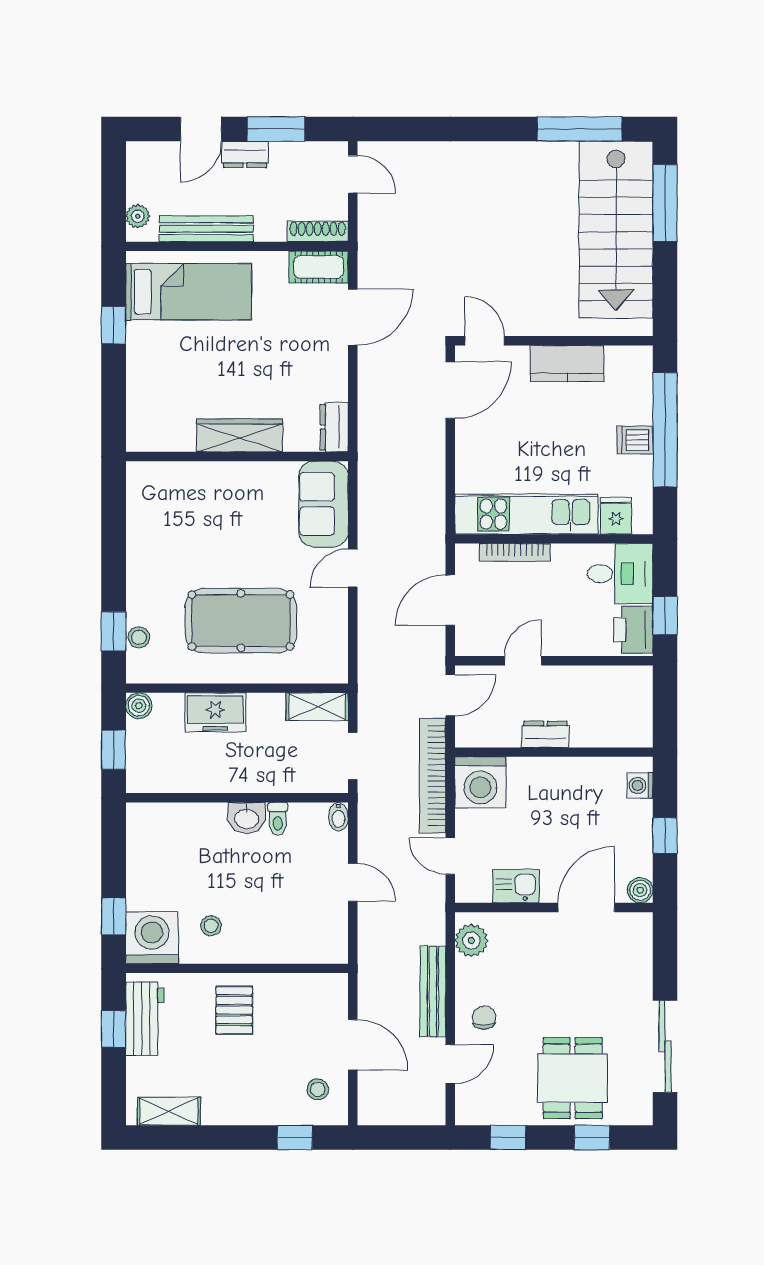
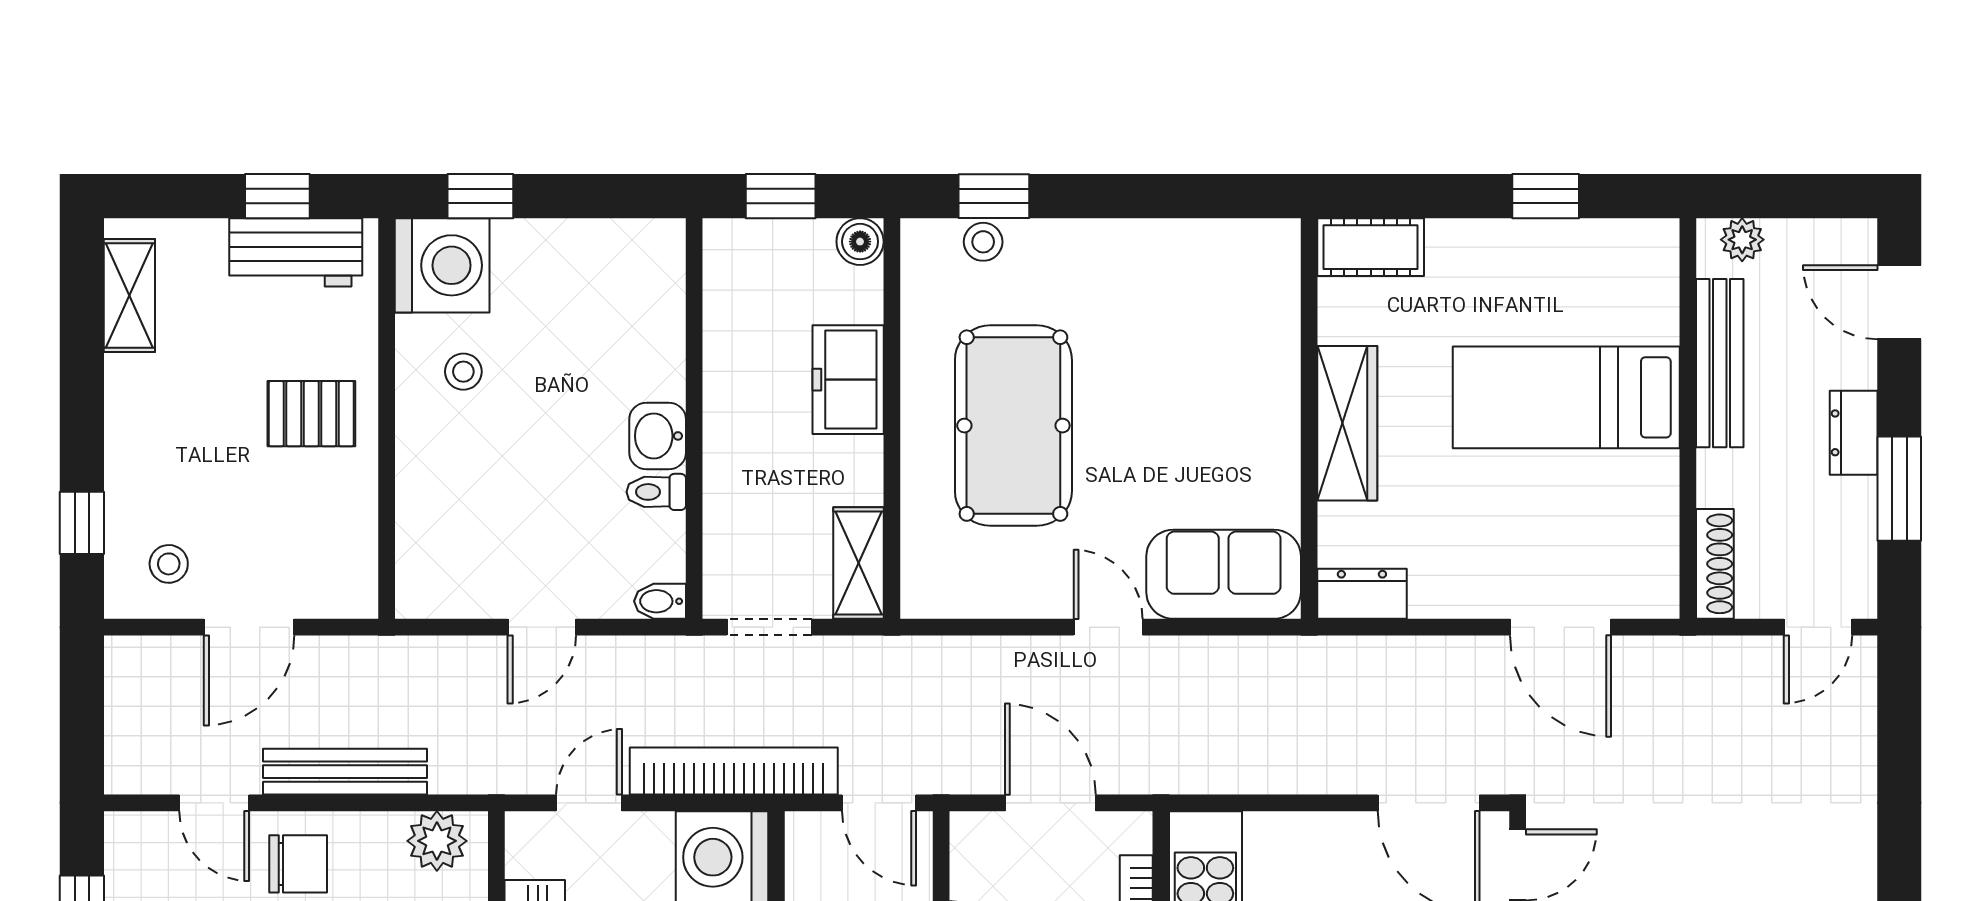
door: (201, 129) -> (1899, 302), moved
cot: (319, 267) -> (1371, 247), moved, turned 90
bed: (189, 292) -> (1566, 397), moved, turned 90
chair: (484, 1018) -> (298, 864), width x1.37, depth x1.37

